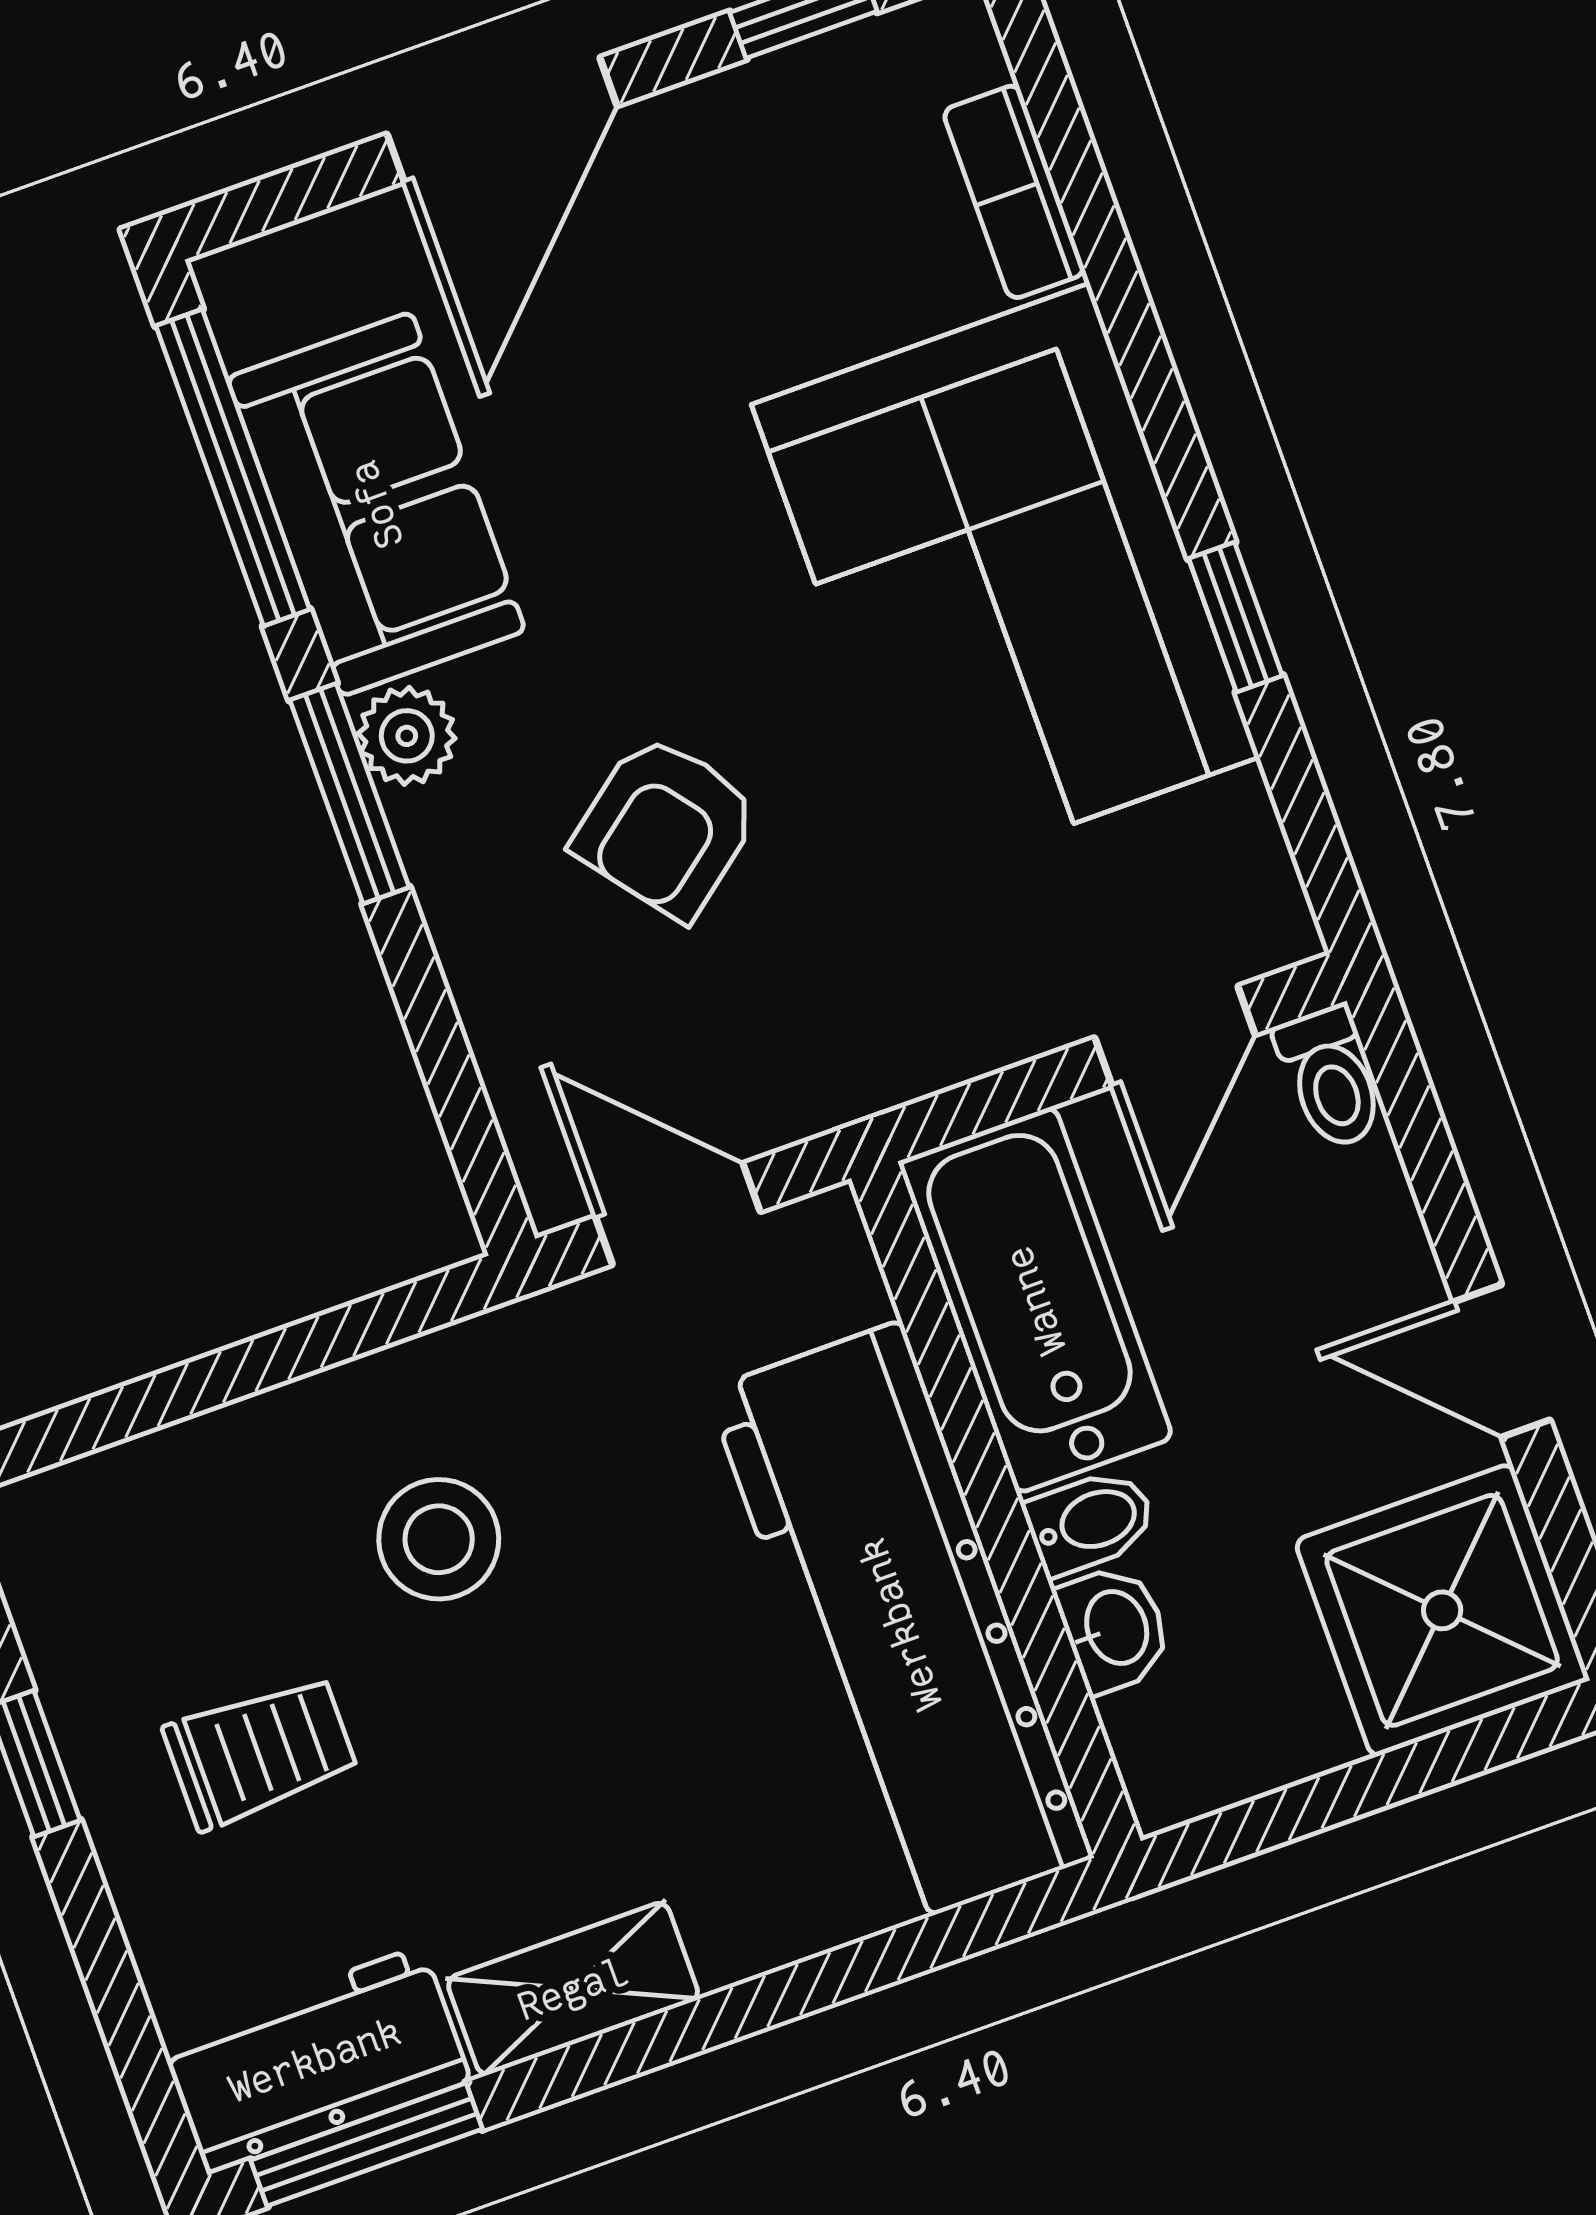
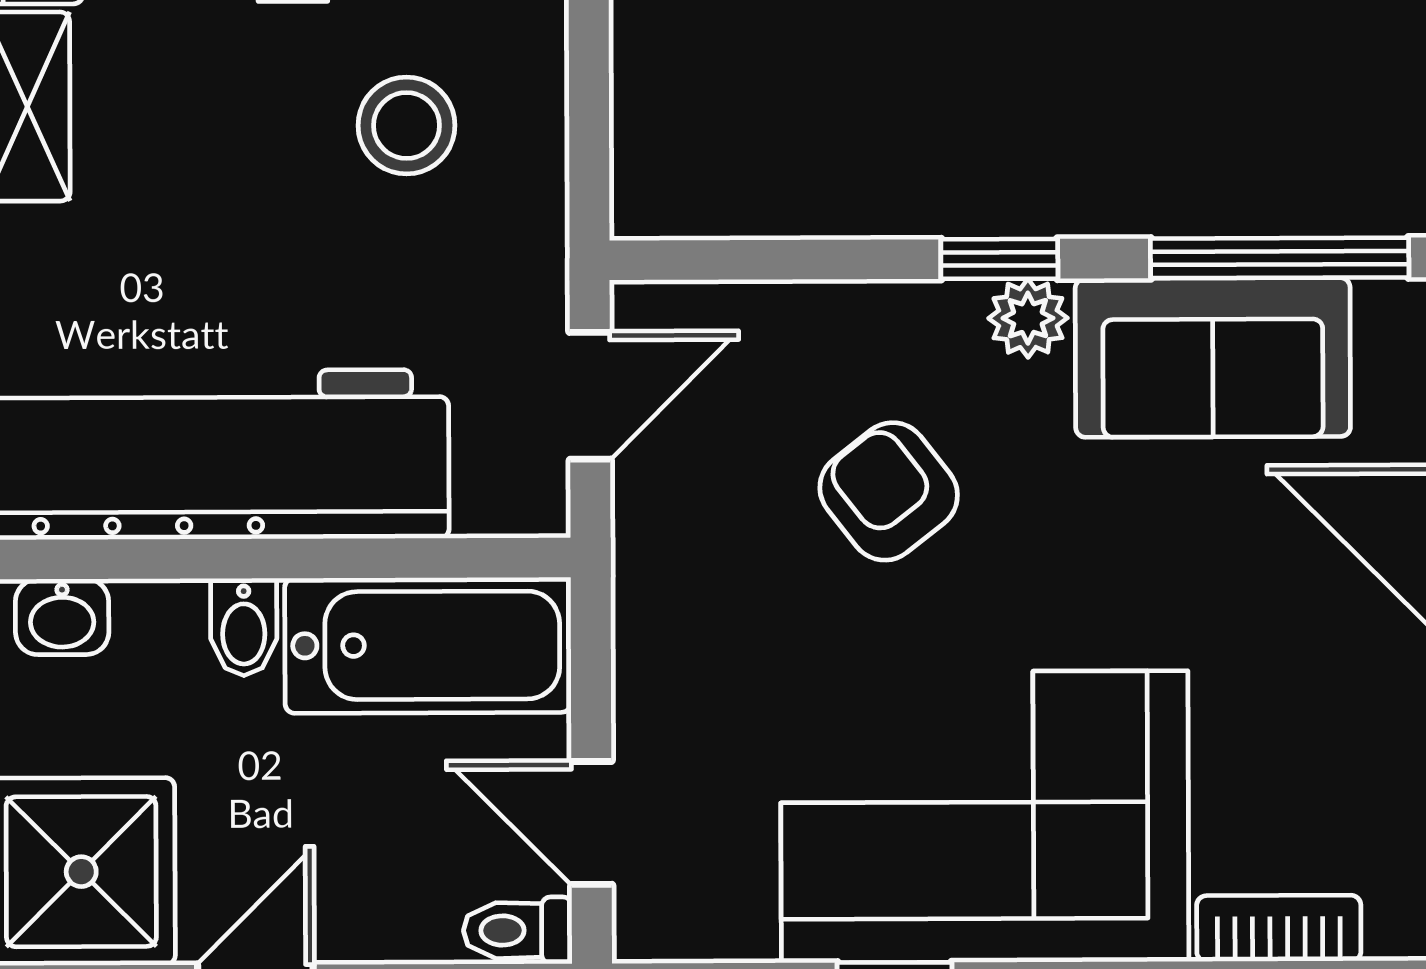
window: (350, 794) -> (999, 259), width x0.67
washbasin: (1114, 1628) -> (62, 617), moved

